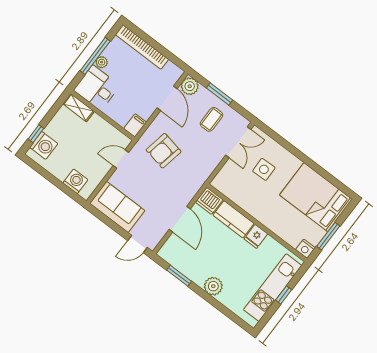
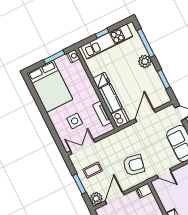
tv unit: (234, 195) -> (102, 114), added
window: (224, 310) -> (146, 43), added

